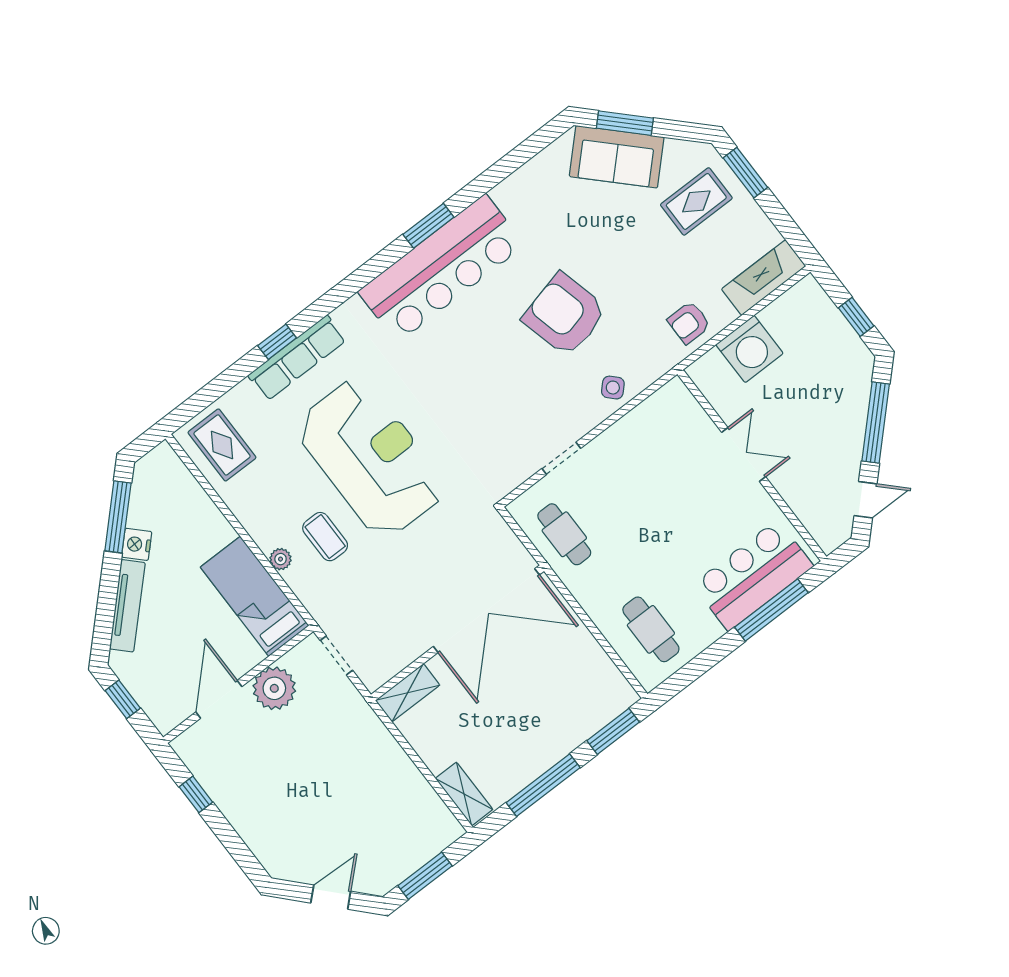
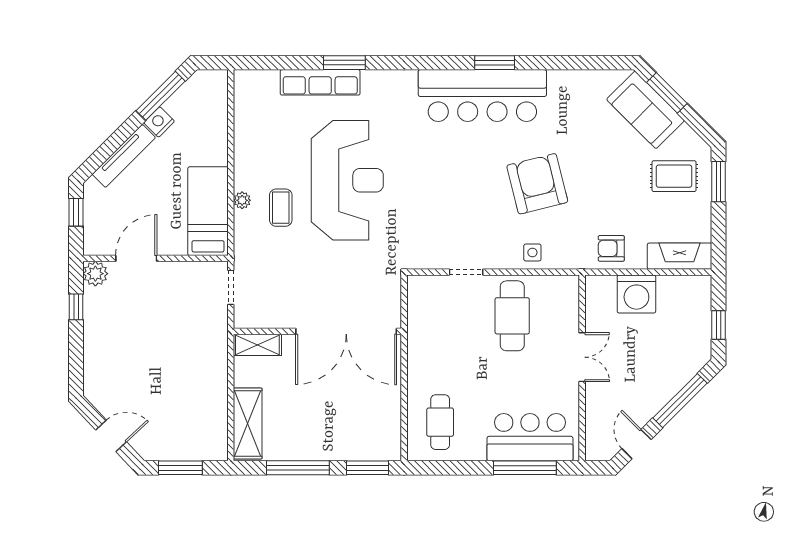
window: (277, 342) -> (344, 63), width x1.50
row of seats: (297, 358) -> (320, 82), moved
side table: (613, 388) -> (532, 252), turned 45
rug: (222, 445) -> (260, 101), removed
door: (865, 500) -> (637, 444), swing flipped
cafe table: (564, 534) -> (512, 316), moved, width x1.37, depth x1.35
plant: (274, 688) -> (95, 274), moved, width x0.73, depth x0.73
shelving: (464, 794) -> (248, 423), width x1.50, depth x1.33

